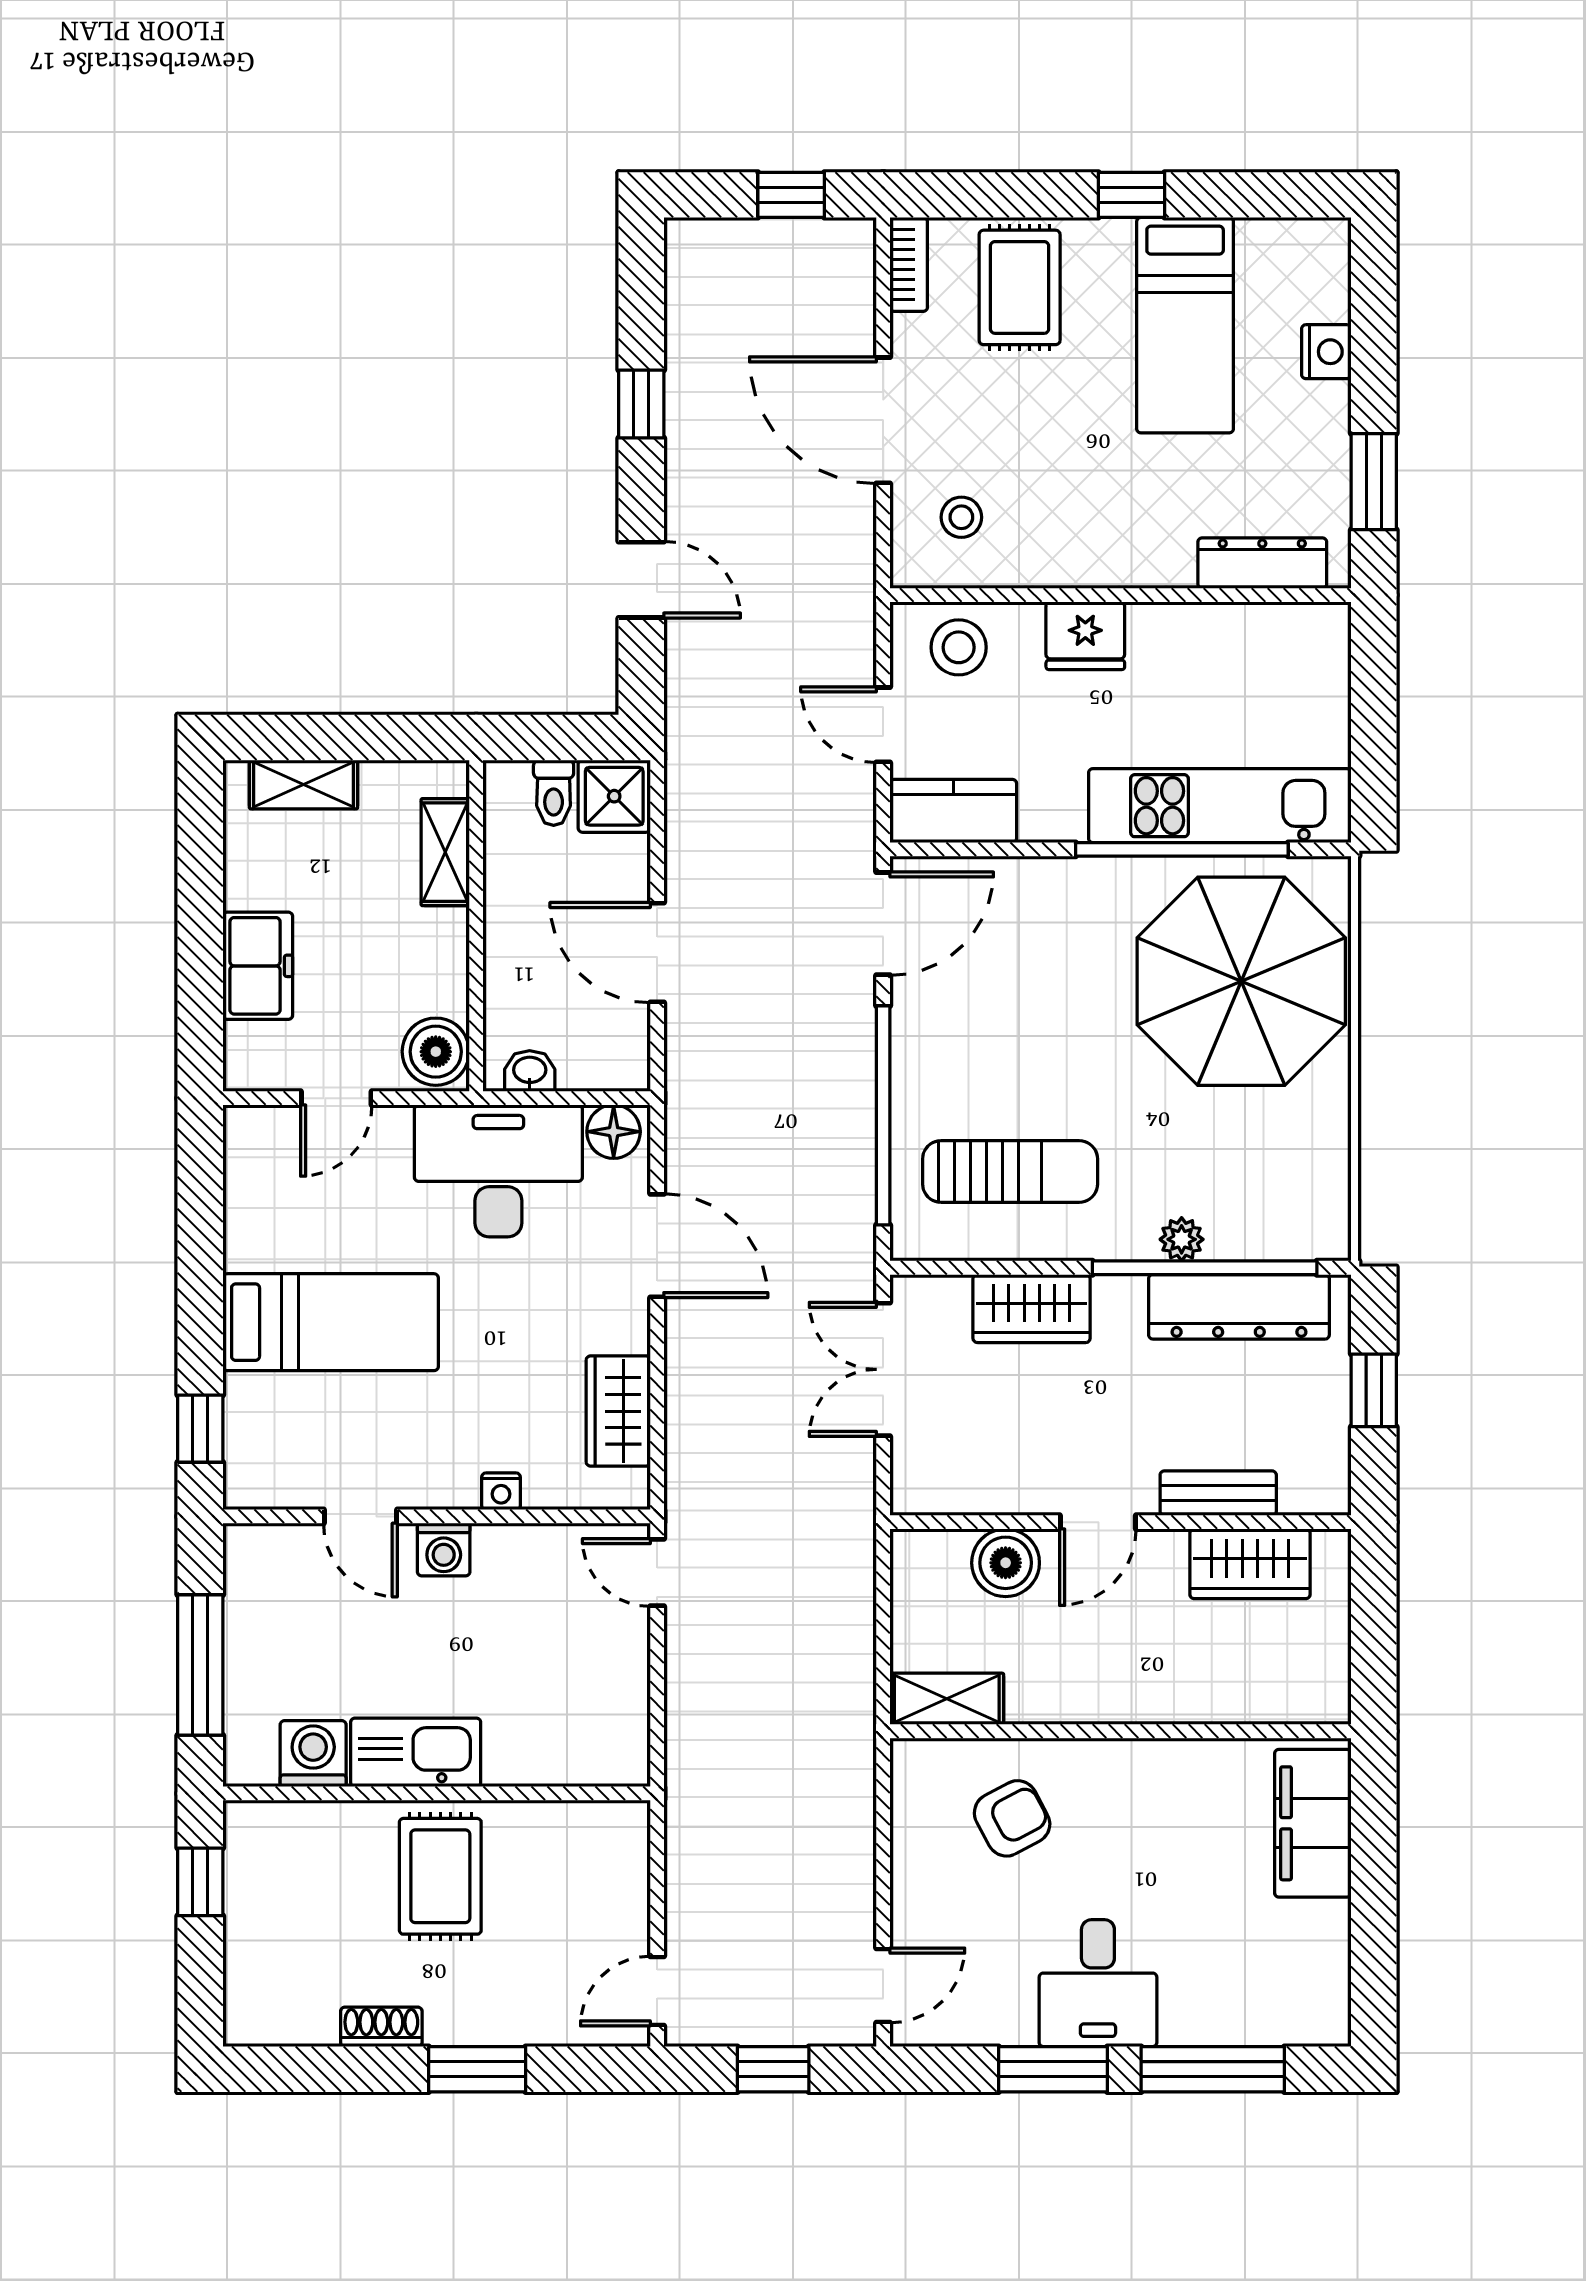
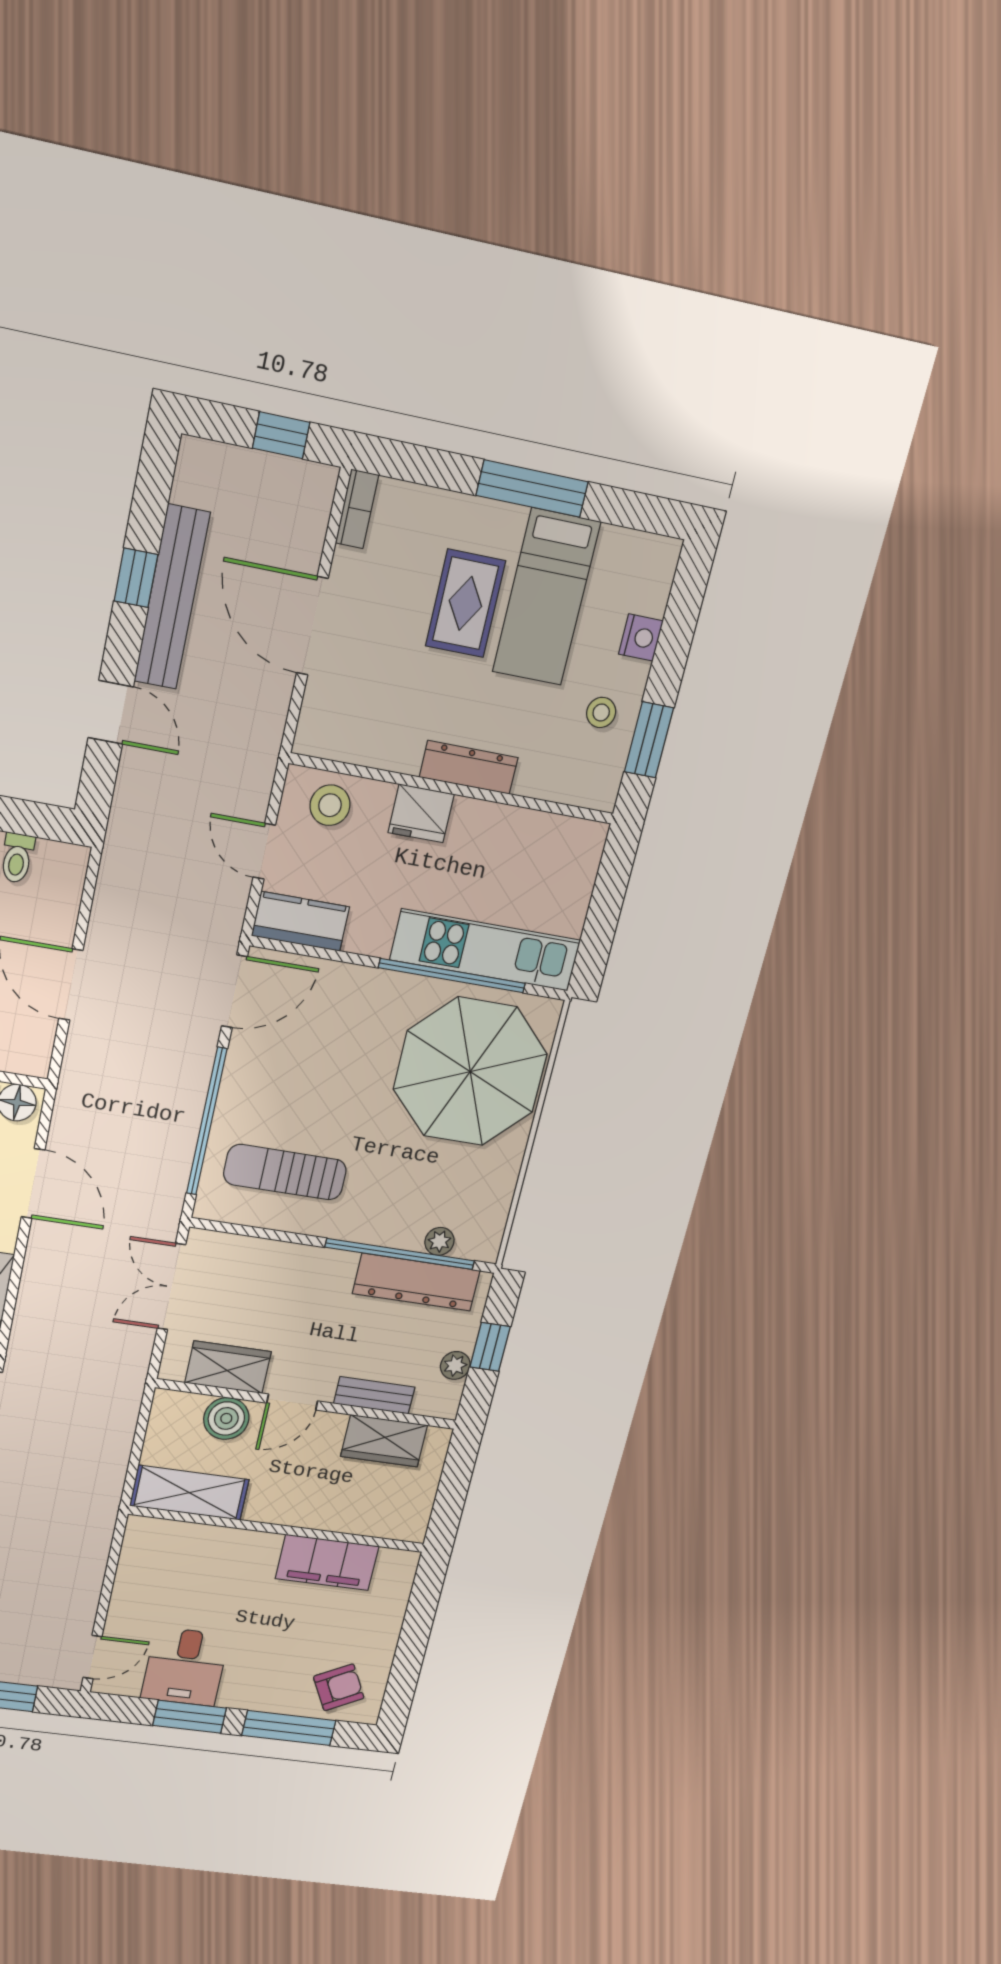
window: (1132, 195) -> (532, 489), width x2.17
rug: (1020, 287) -> (465, 603), moved
bench: (692, 419) -> (172, 597), added
stool: (961, 517) -> (601, 712), moved
dresser: (1262, 563) -> (469, 767), moved
shower: (614, 796) -> (61, 868), removed
sun lounger: (1010, 1171) -> (285, 1172), turned 180
plant: (1182, 1239) -> (439, 1241), moved
wardrobe: (1032, 1309) -> (228, 1367), moved, turned 180
plant: (1329, 1428) -> (455, 1365), added
shelving: (947, 1699) -> (189, 1493), width x1.50, depth x1.33
armchair: (1012, 1818) -> (339, 1687), moved
filing cabinet: (1313, 1823) -> (327, 1563), moved, turned -90
desk: (1098, 1983) -> (185, 1667), moved

